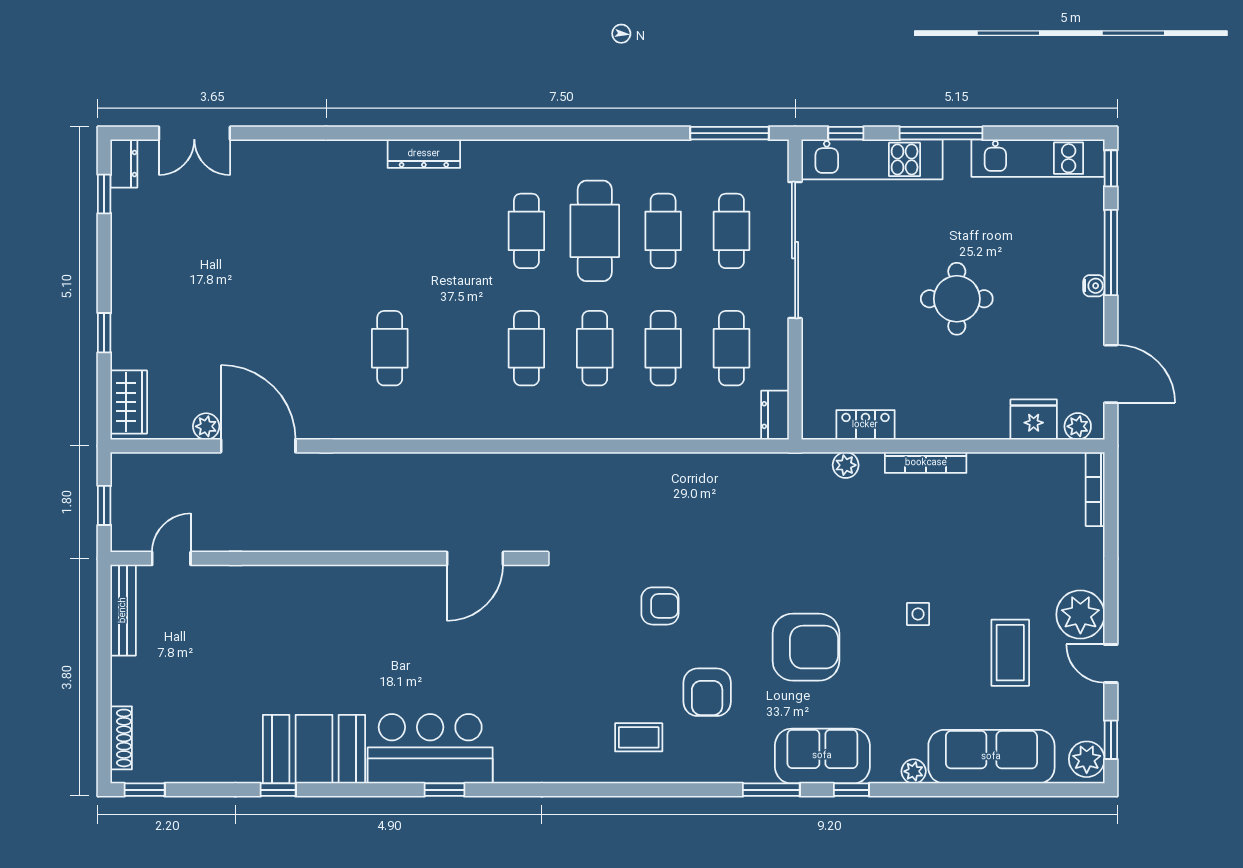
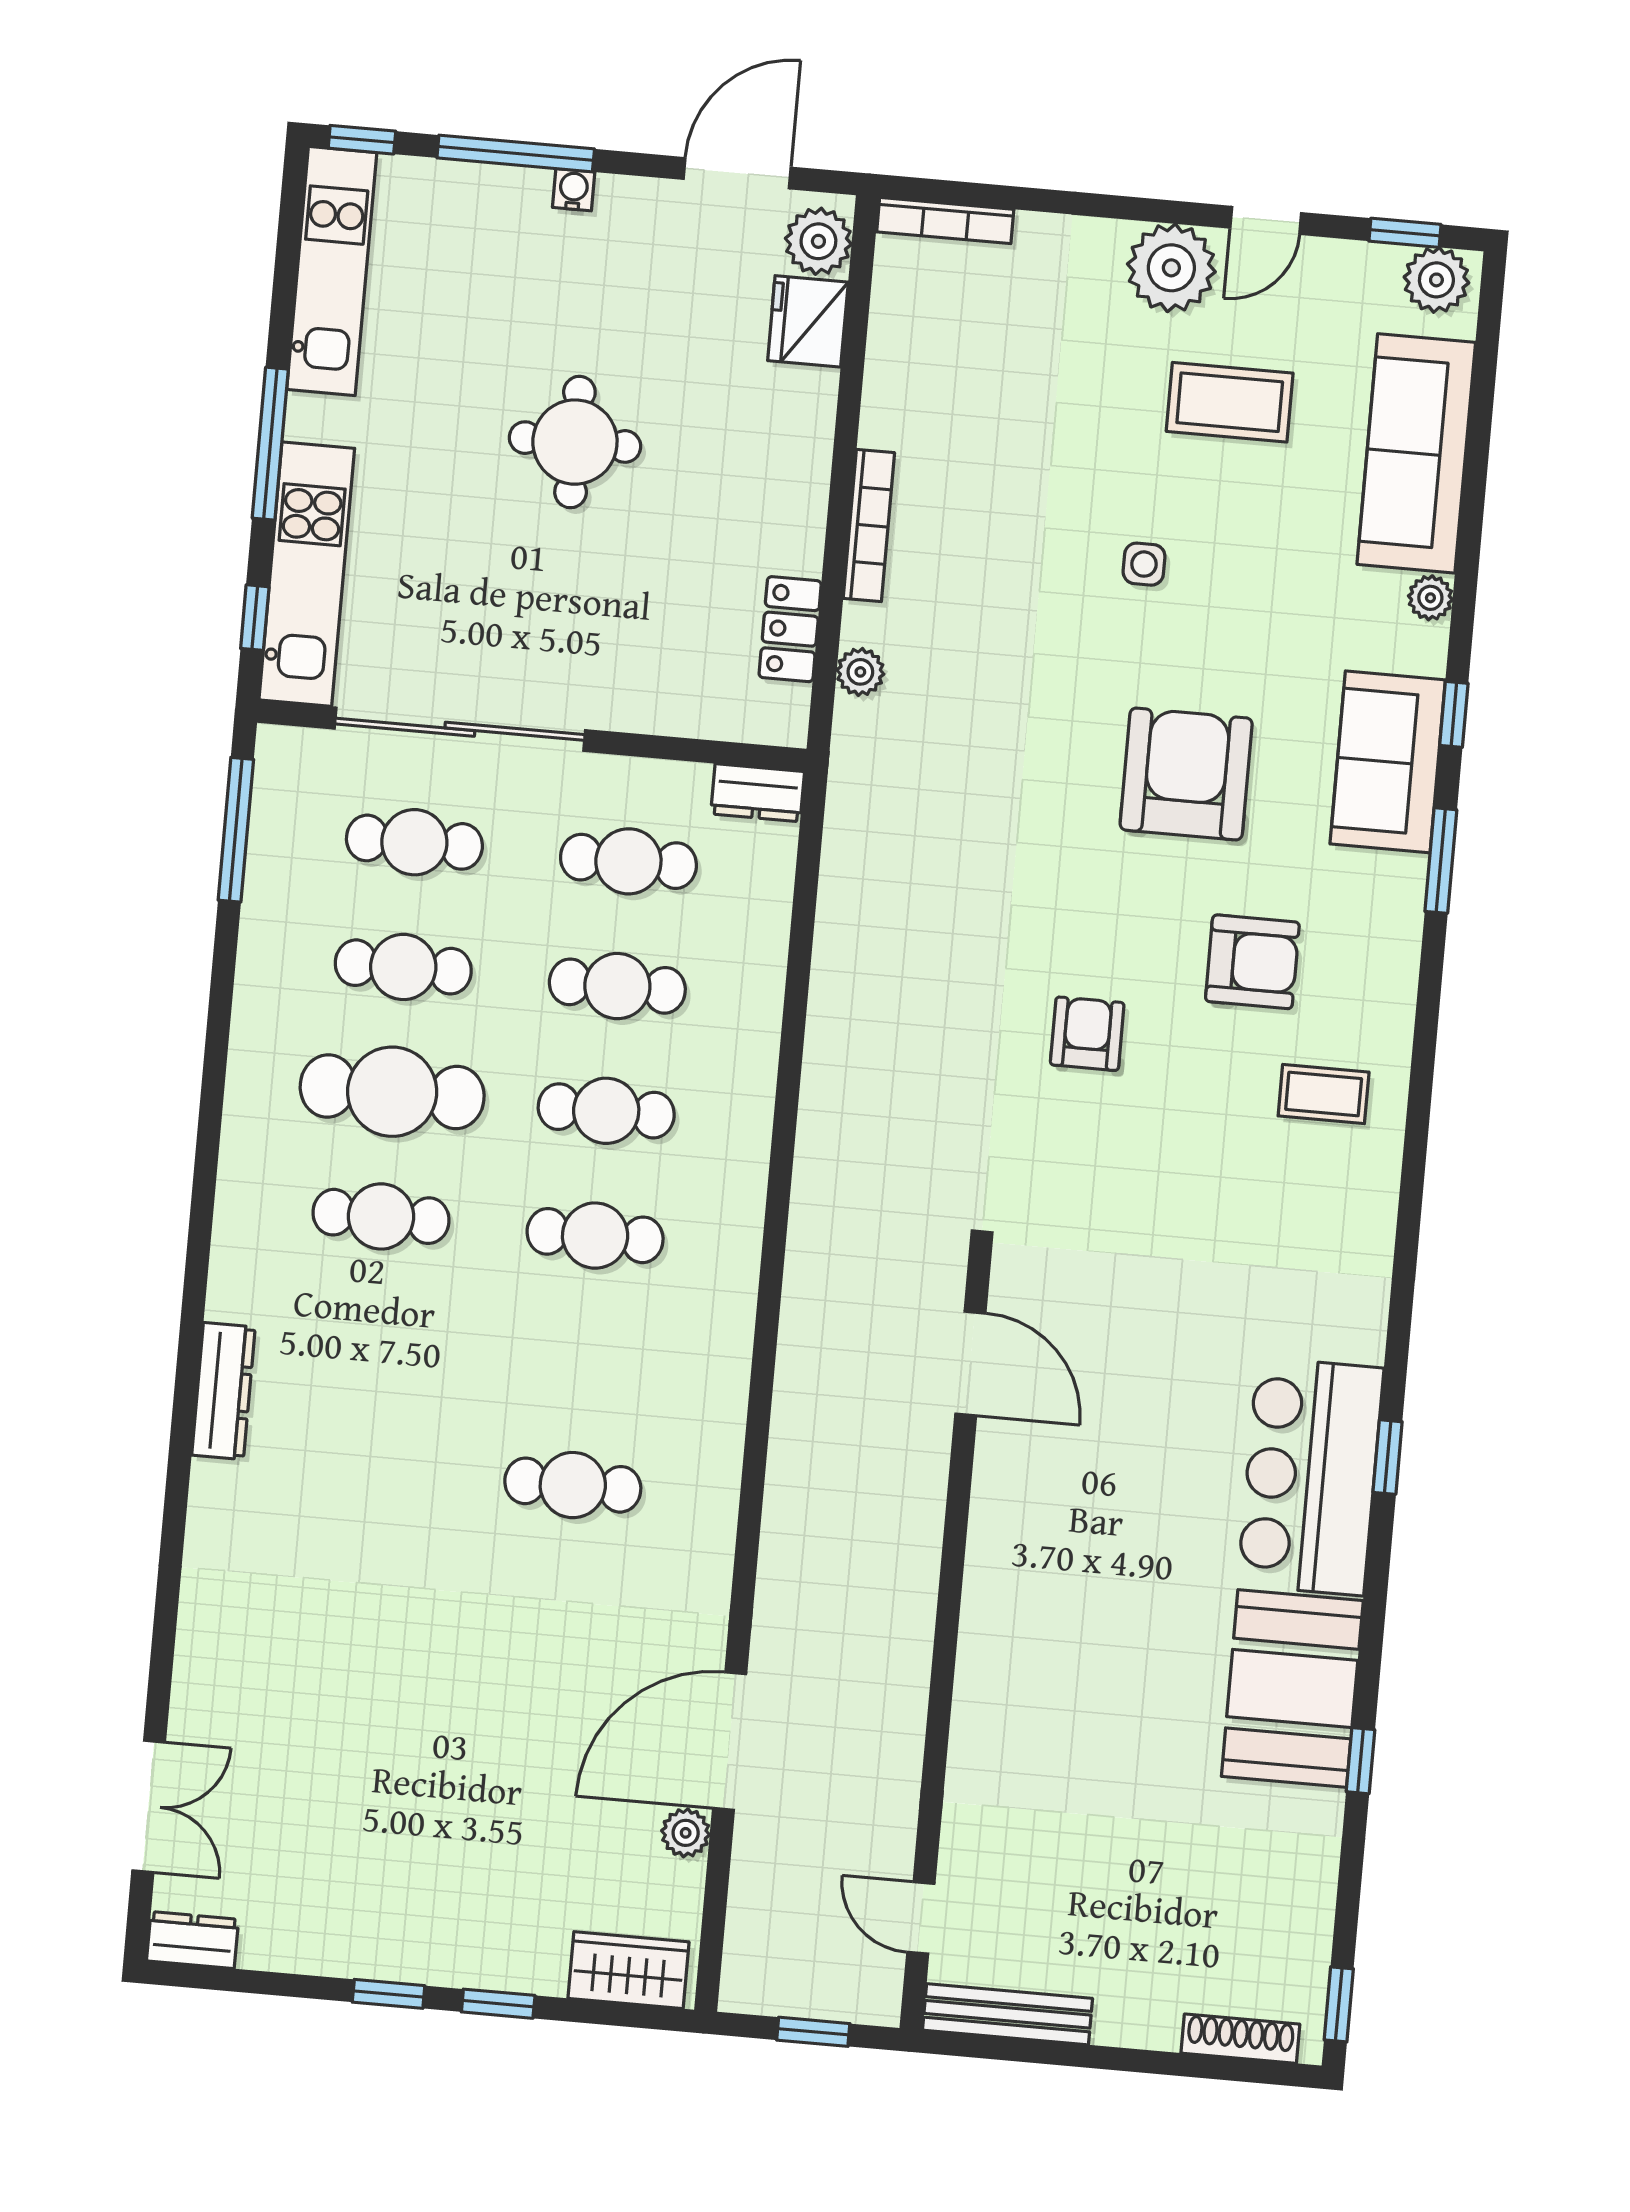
window: (104, 194) -> (389, 1994), moved
plant: (1078, 426) -> (818, 241), width x1.38, depth x1.38
coffee table: (639, 737) -> (1324, 1094), turned 90

